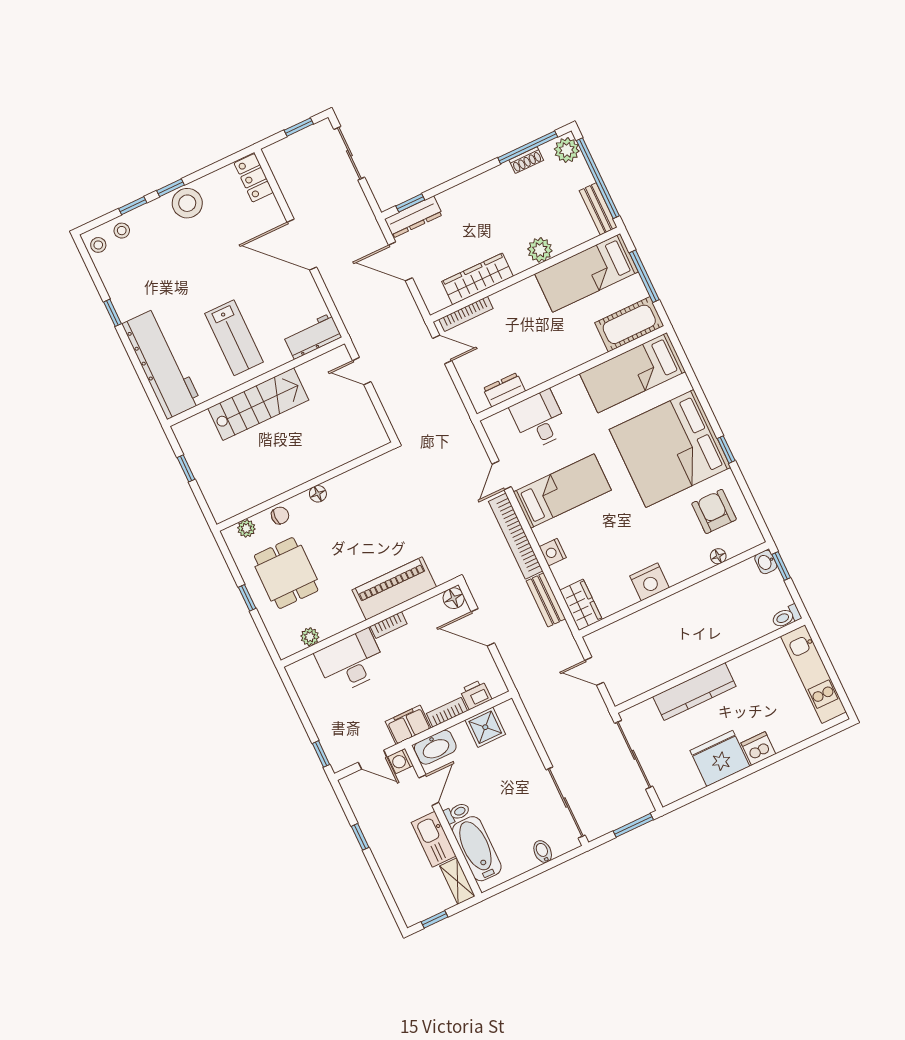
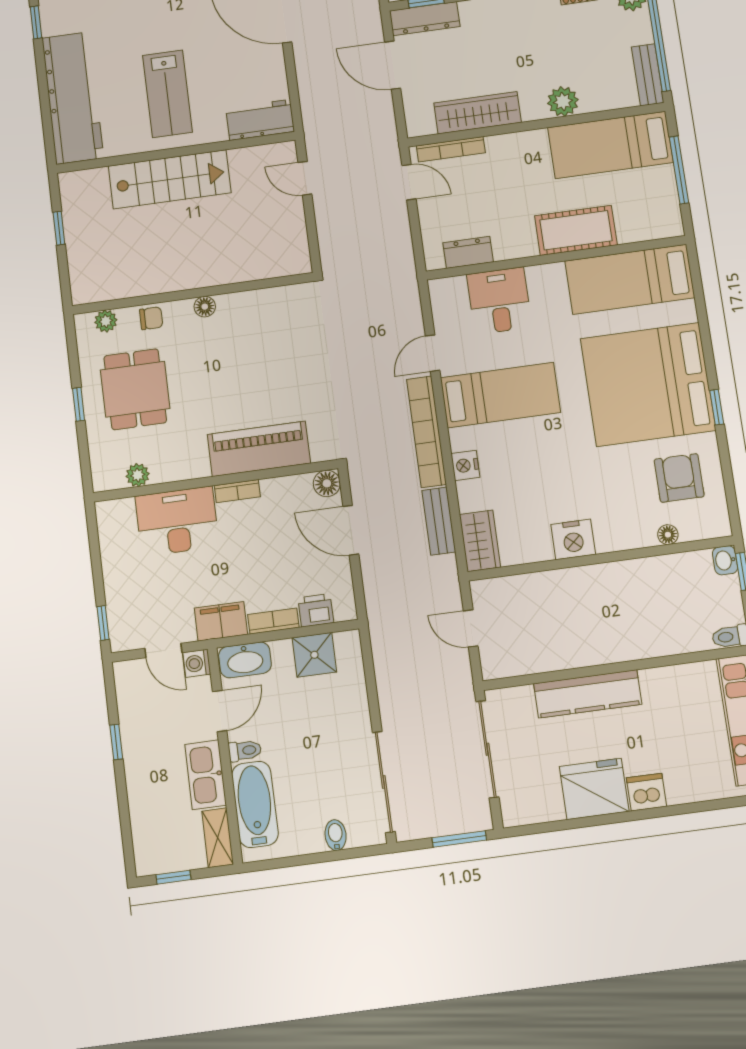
cot: (629, 324) -> (576, 230), moved

